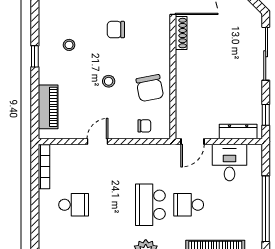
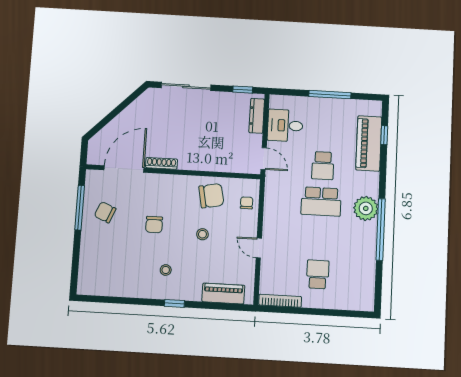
window: (266, 209) -> (330, 95), width x0.68

